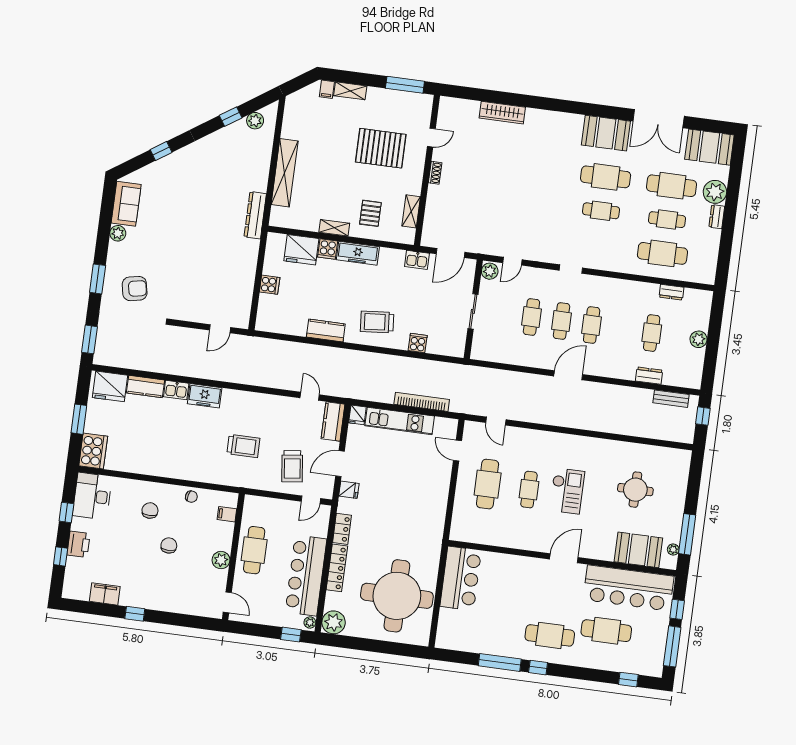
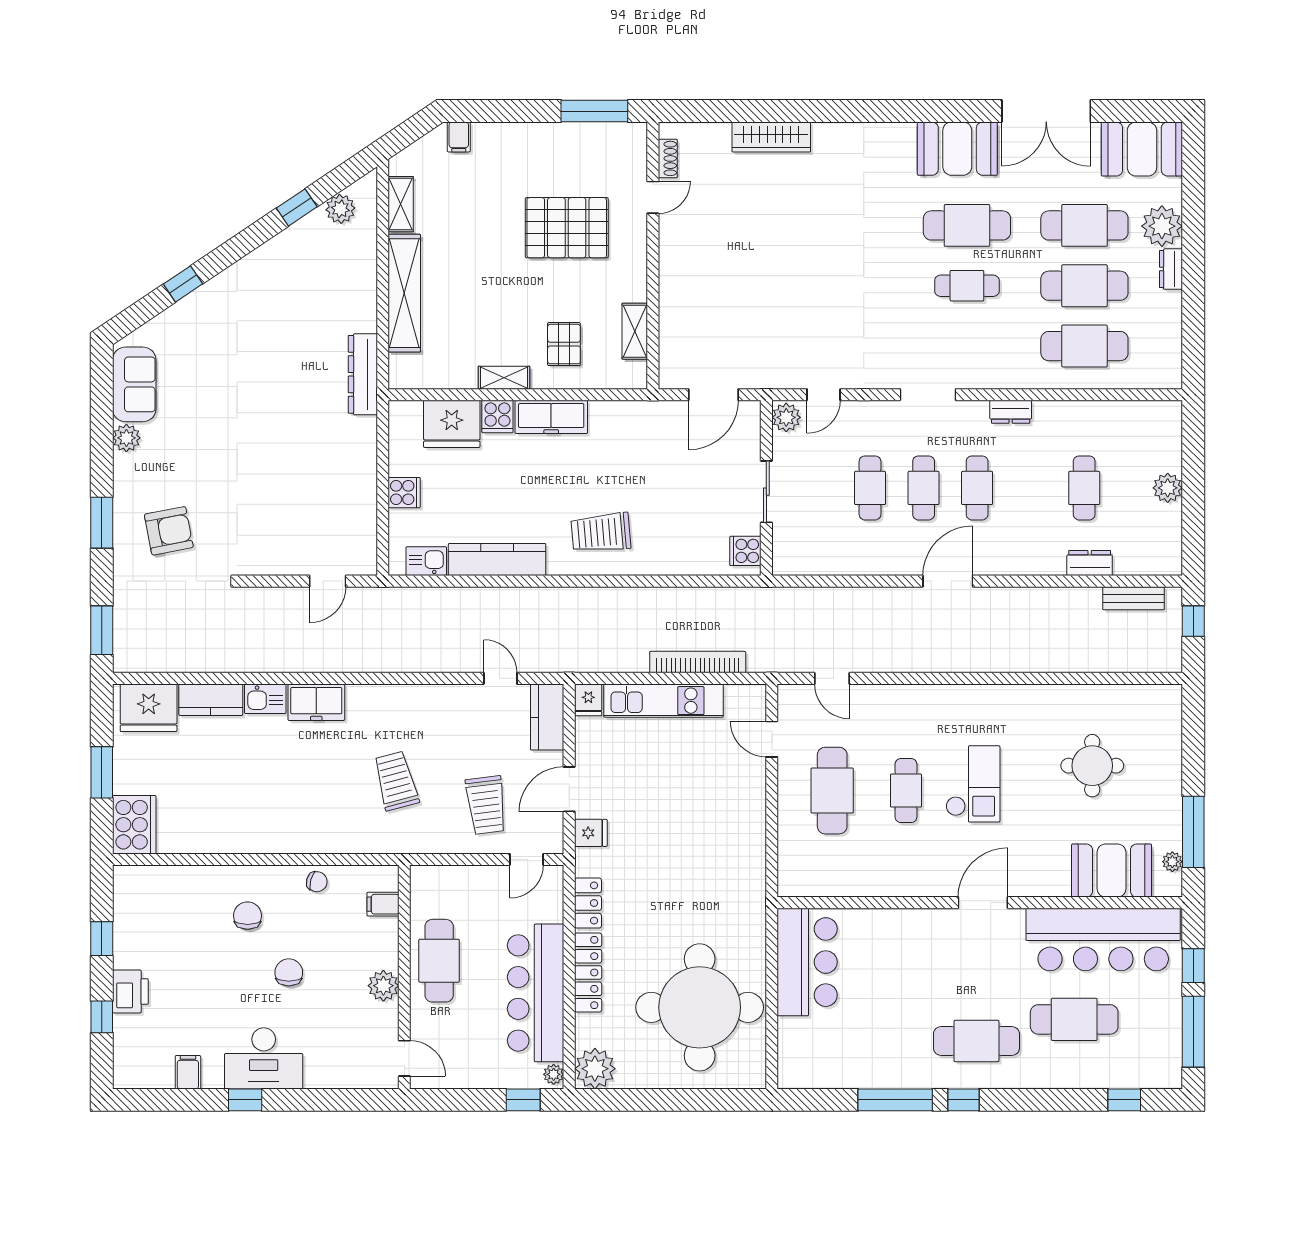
shelving: (350, 91) -> (401, 204), moved, turned 90
shoe rack: (435, 173) -> (668, 158), moved
cafe table: (667, 220) -> (1084, 286), width x1.37, depth x1.35
kitchen sink: (417, 260) -> (426, 561), moved, turned 180
doorway: (571, 269) -> (928, 395), width x1.38
dresser: (671, 292) -> (1011, 412), moved
kitchen counter: (326, 330) -> (497, 560), width x1.50
cooker: (418, 343) -> (745, 551), moved, turned -90
trolley: (243, 446) -> (396, 781), turned -105
desk: (92, 496) -> (264, 1058), moved, turned -90
filing cabinet: (105, 594) -> (188, 1072), width x0.50

